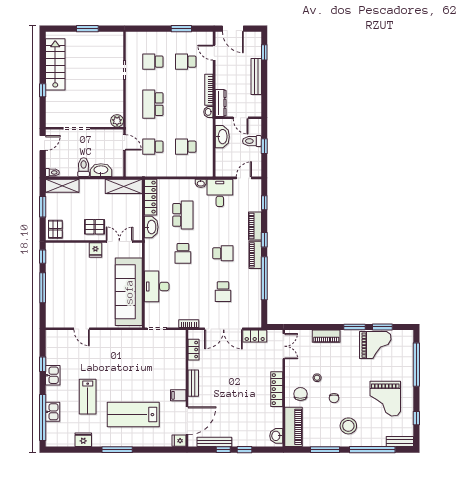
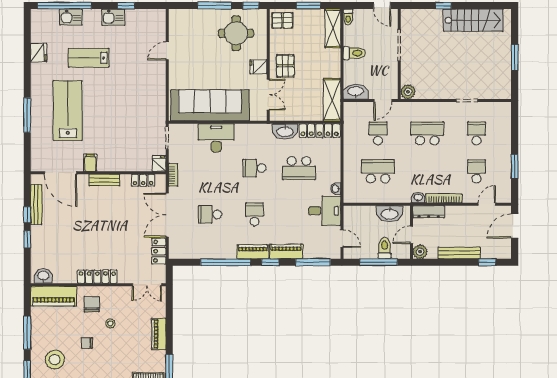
plant: (255, 110) -> (420, 252), added
window: (264, 146) -> (379, 262), width x2.17
school desk: (186, 147) -> (378, 171), width x1.85
washbasin: (101, 170) -> (356, 92), moved, turned -90
window: (264, 203) -> (313, 262), width x2.17
school desk: (223, 253) -> (255, 214), turned 180
round table: (66, 269) -> (236, 33), added
chair: (300, 394) -> (92, 304), turned -90
fridge: (179, 441) -> (159, 164), moved
window: (117, 450) -> (27, 115), moved

